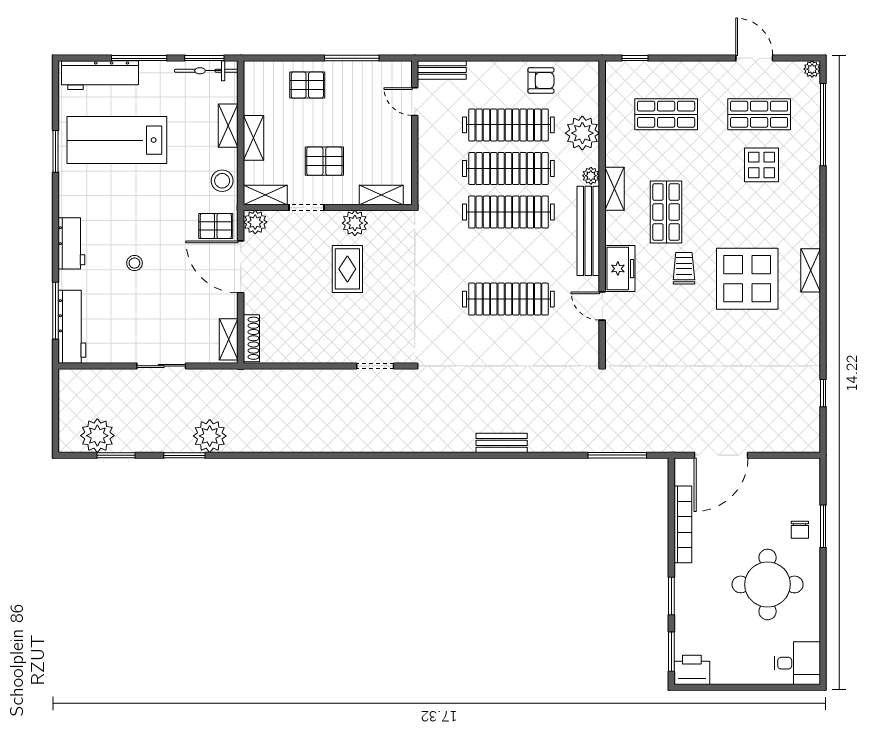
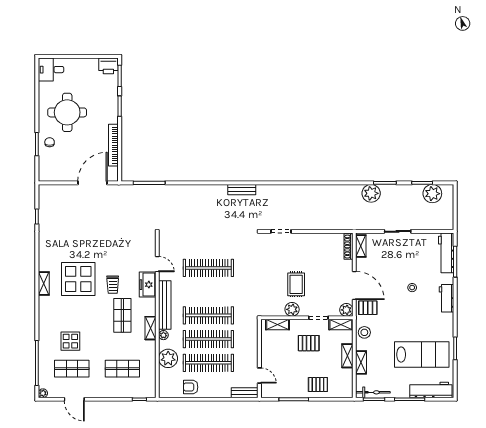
bench: (502, 443) -> (242, 190), moved

